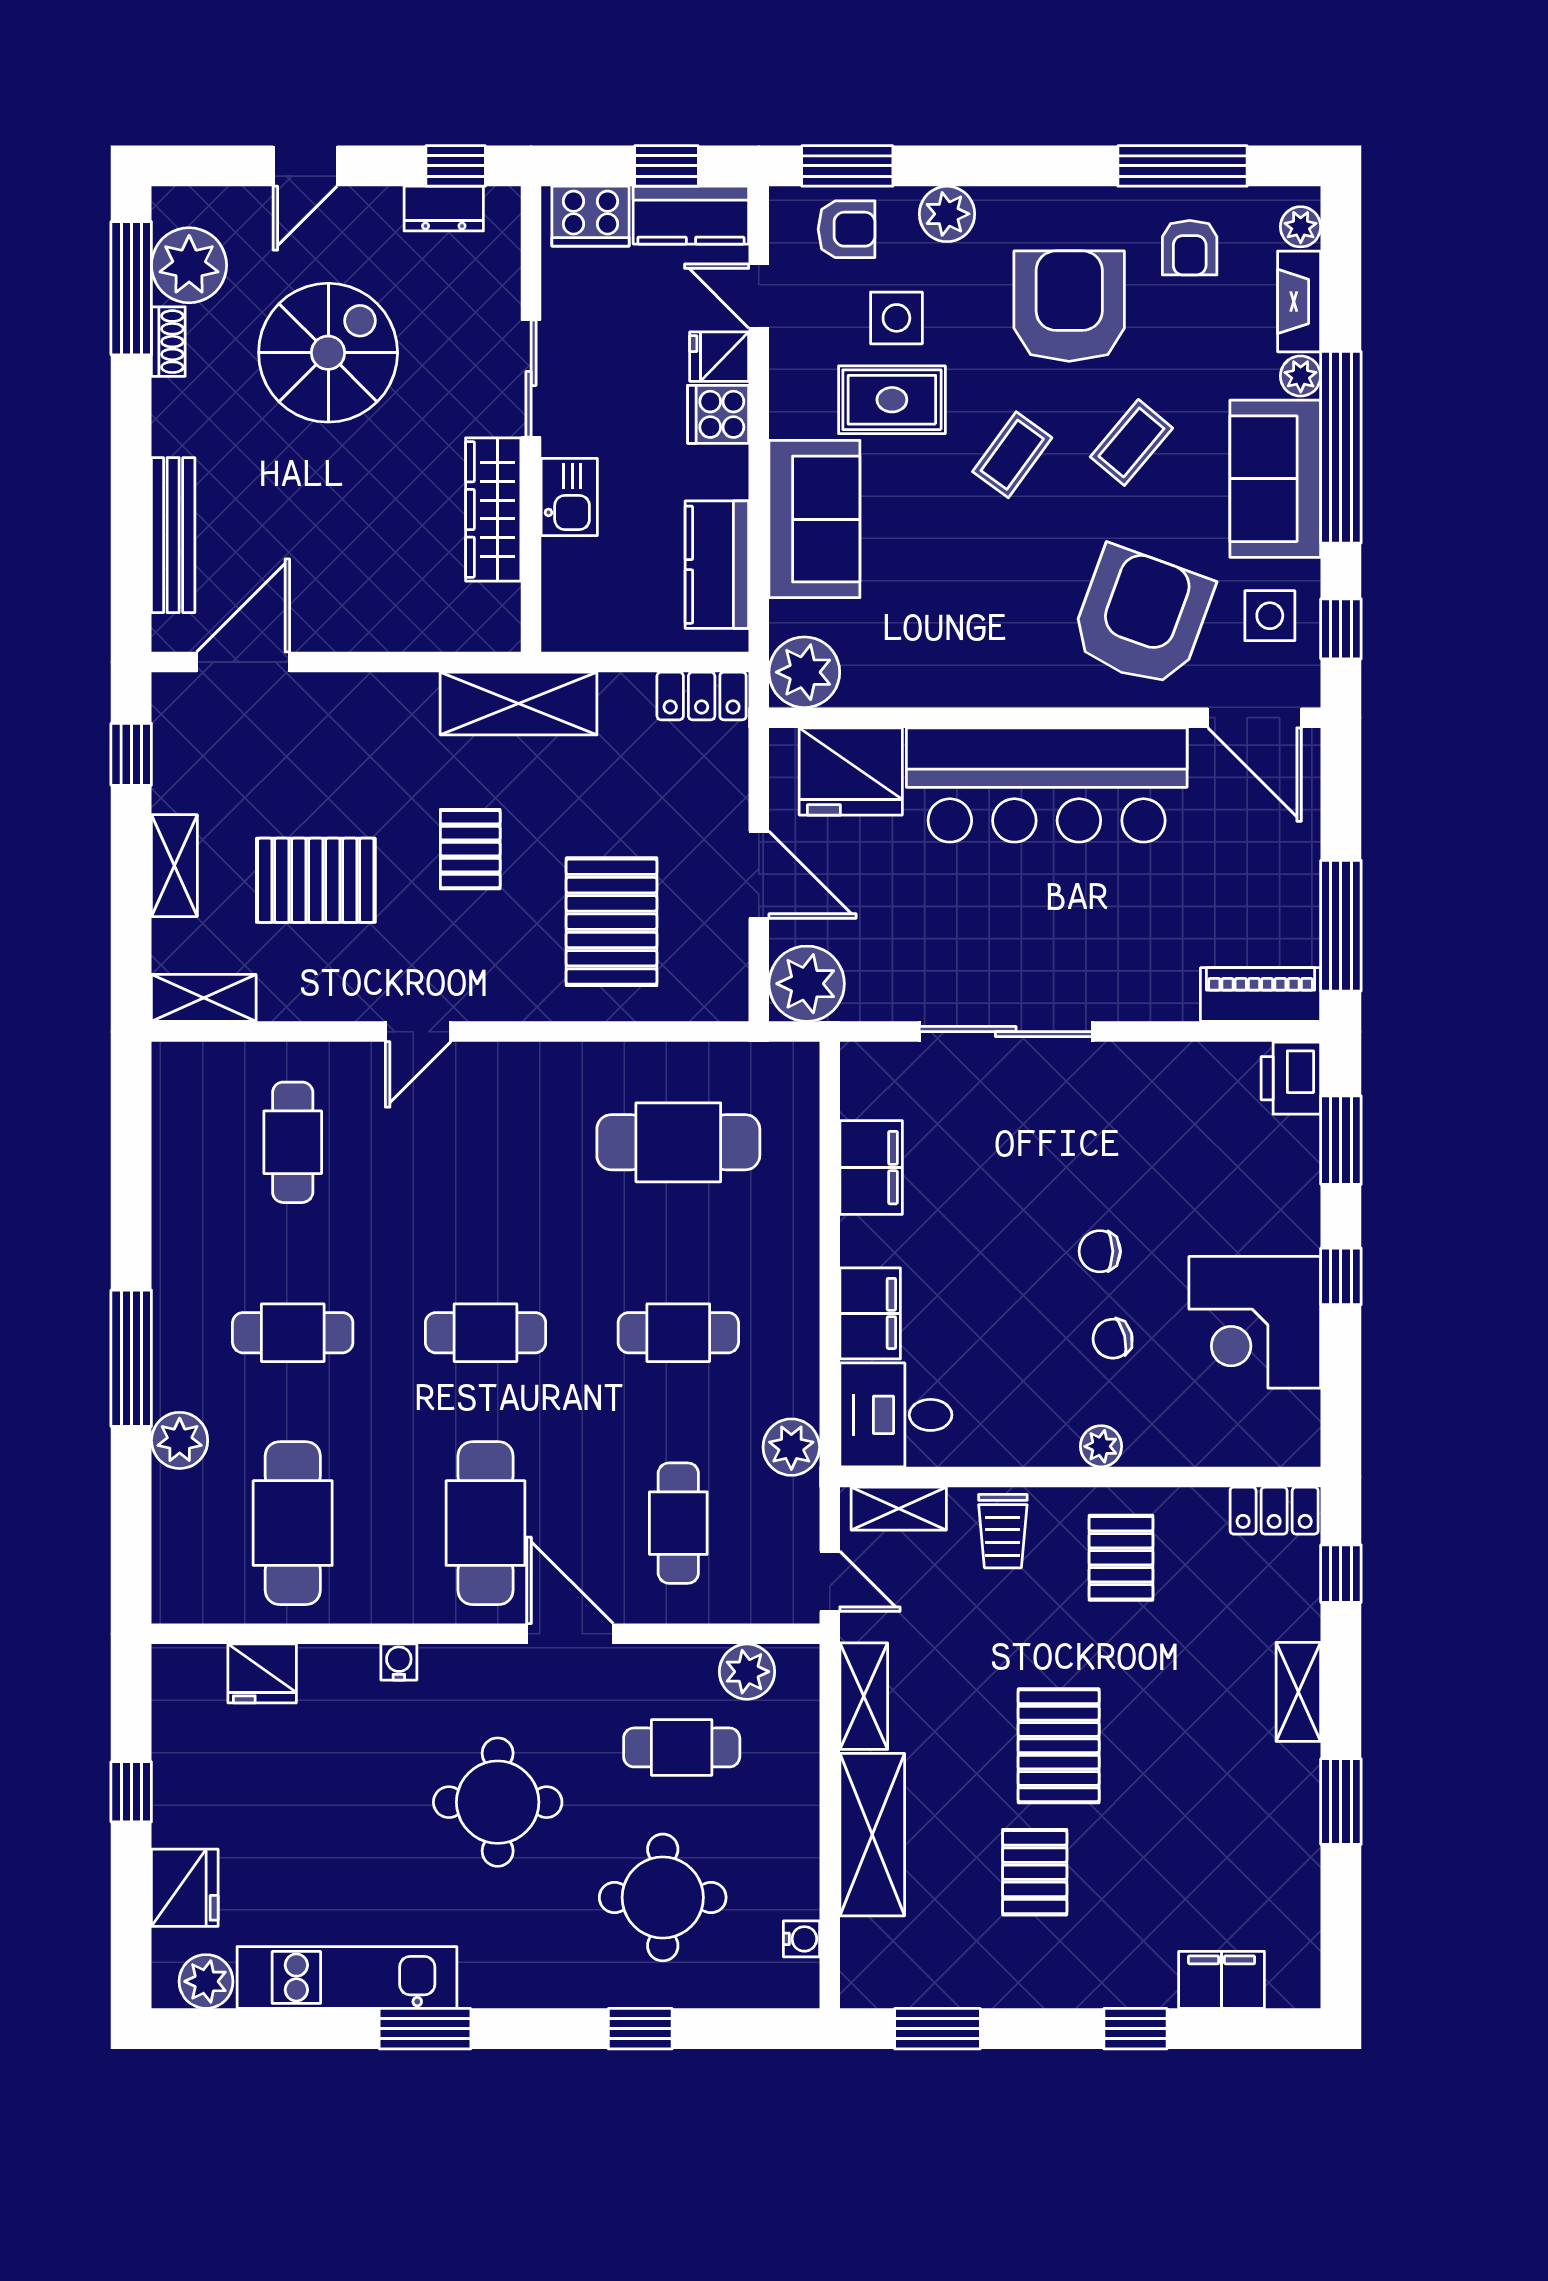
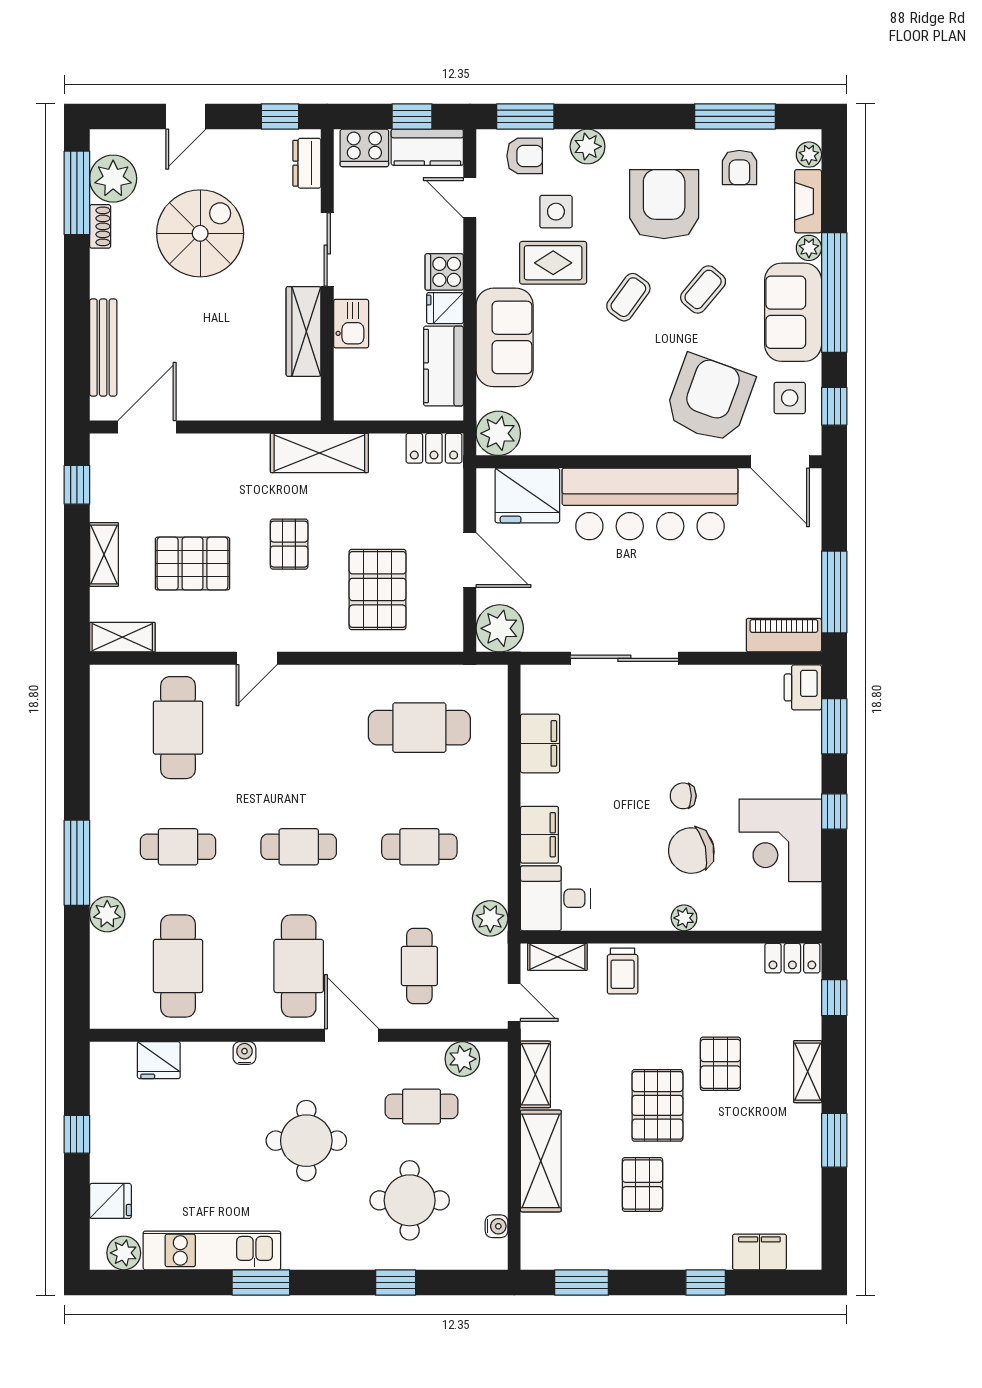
dresser: (444, 209) -> (307, 163), moved, turned 90
fridge: (719, 357) -> (445, 308), moved
cafe table: (293, 1142) -> (178, 728), width x1.37, depth x1.35
chair: (1113, 1339) -> (691, 851), width x1.87, depth x1.87
pallet: (1121, 1558) -> (720, 1064), moved
fridge: (185, 1888) -> (110, 1201), width x0.72

